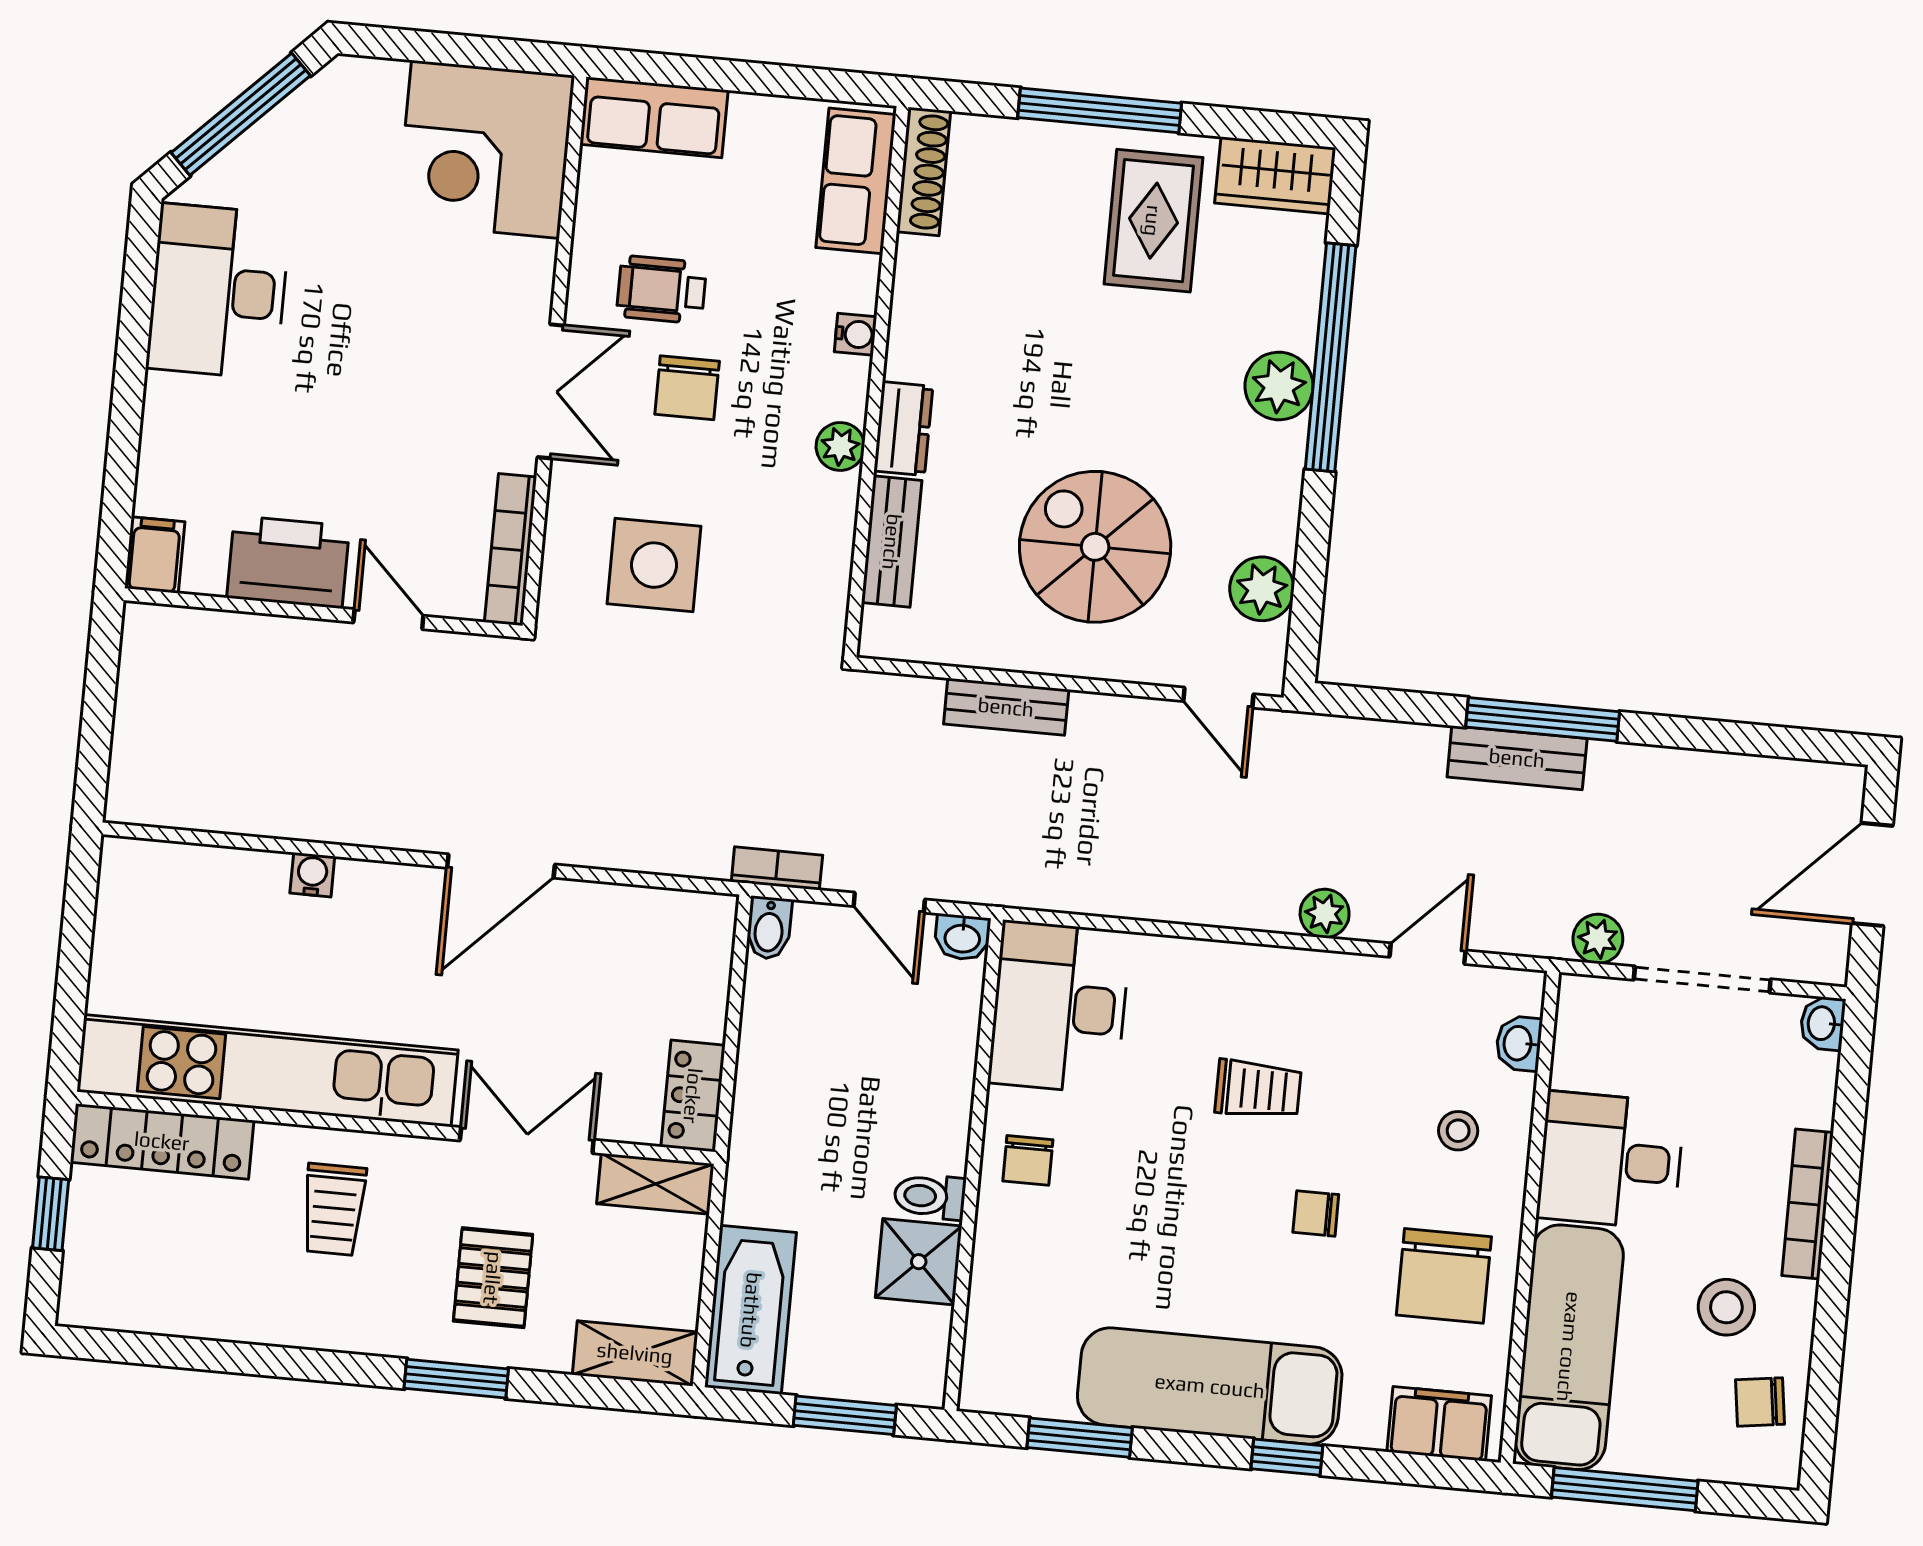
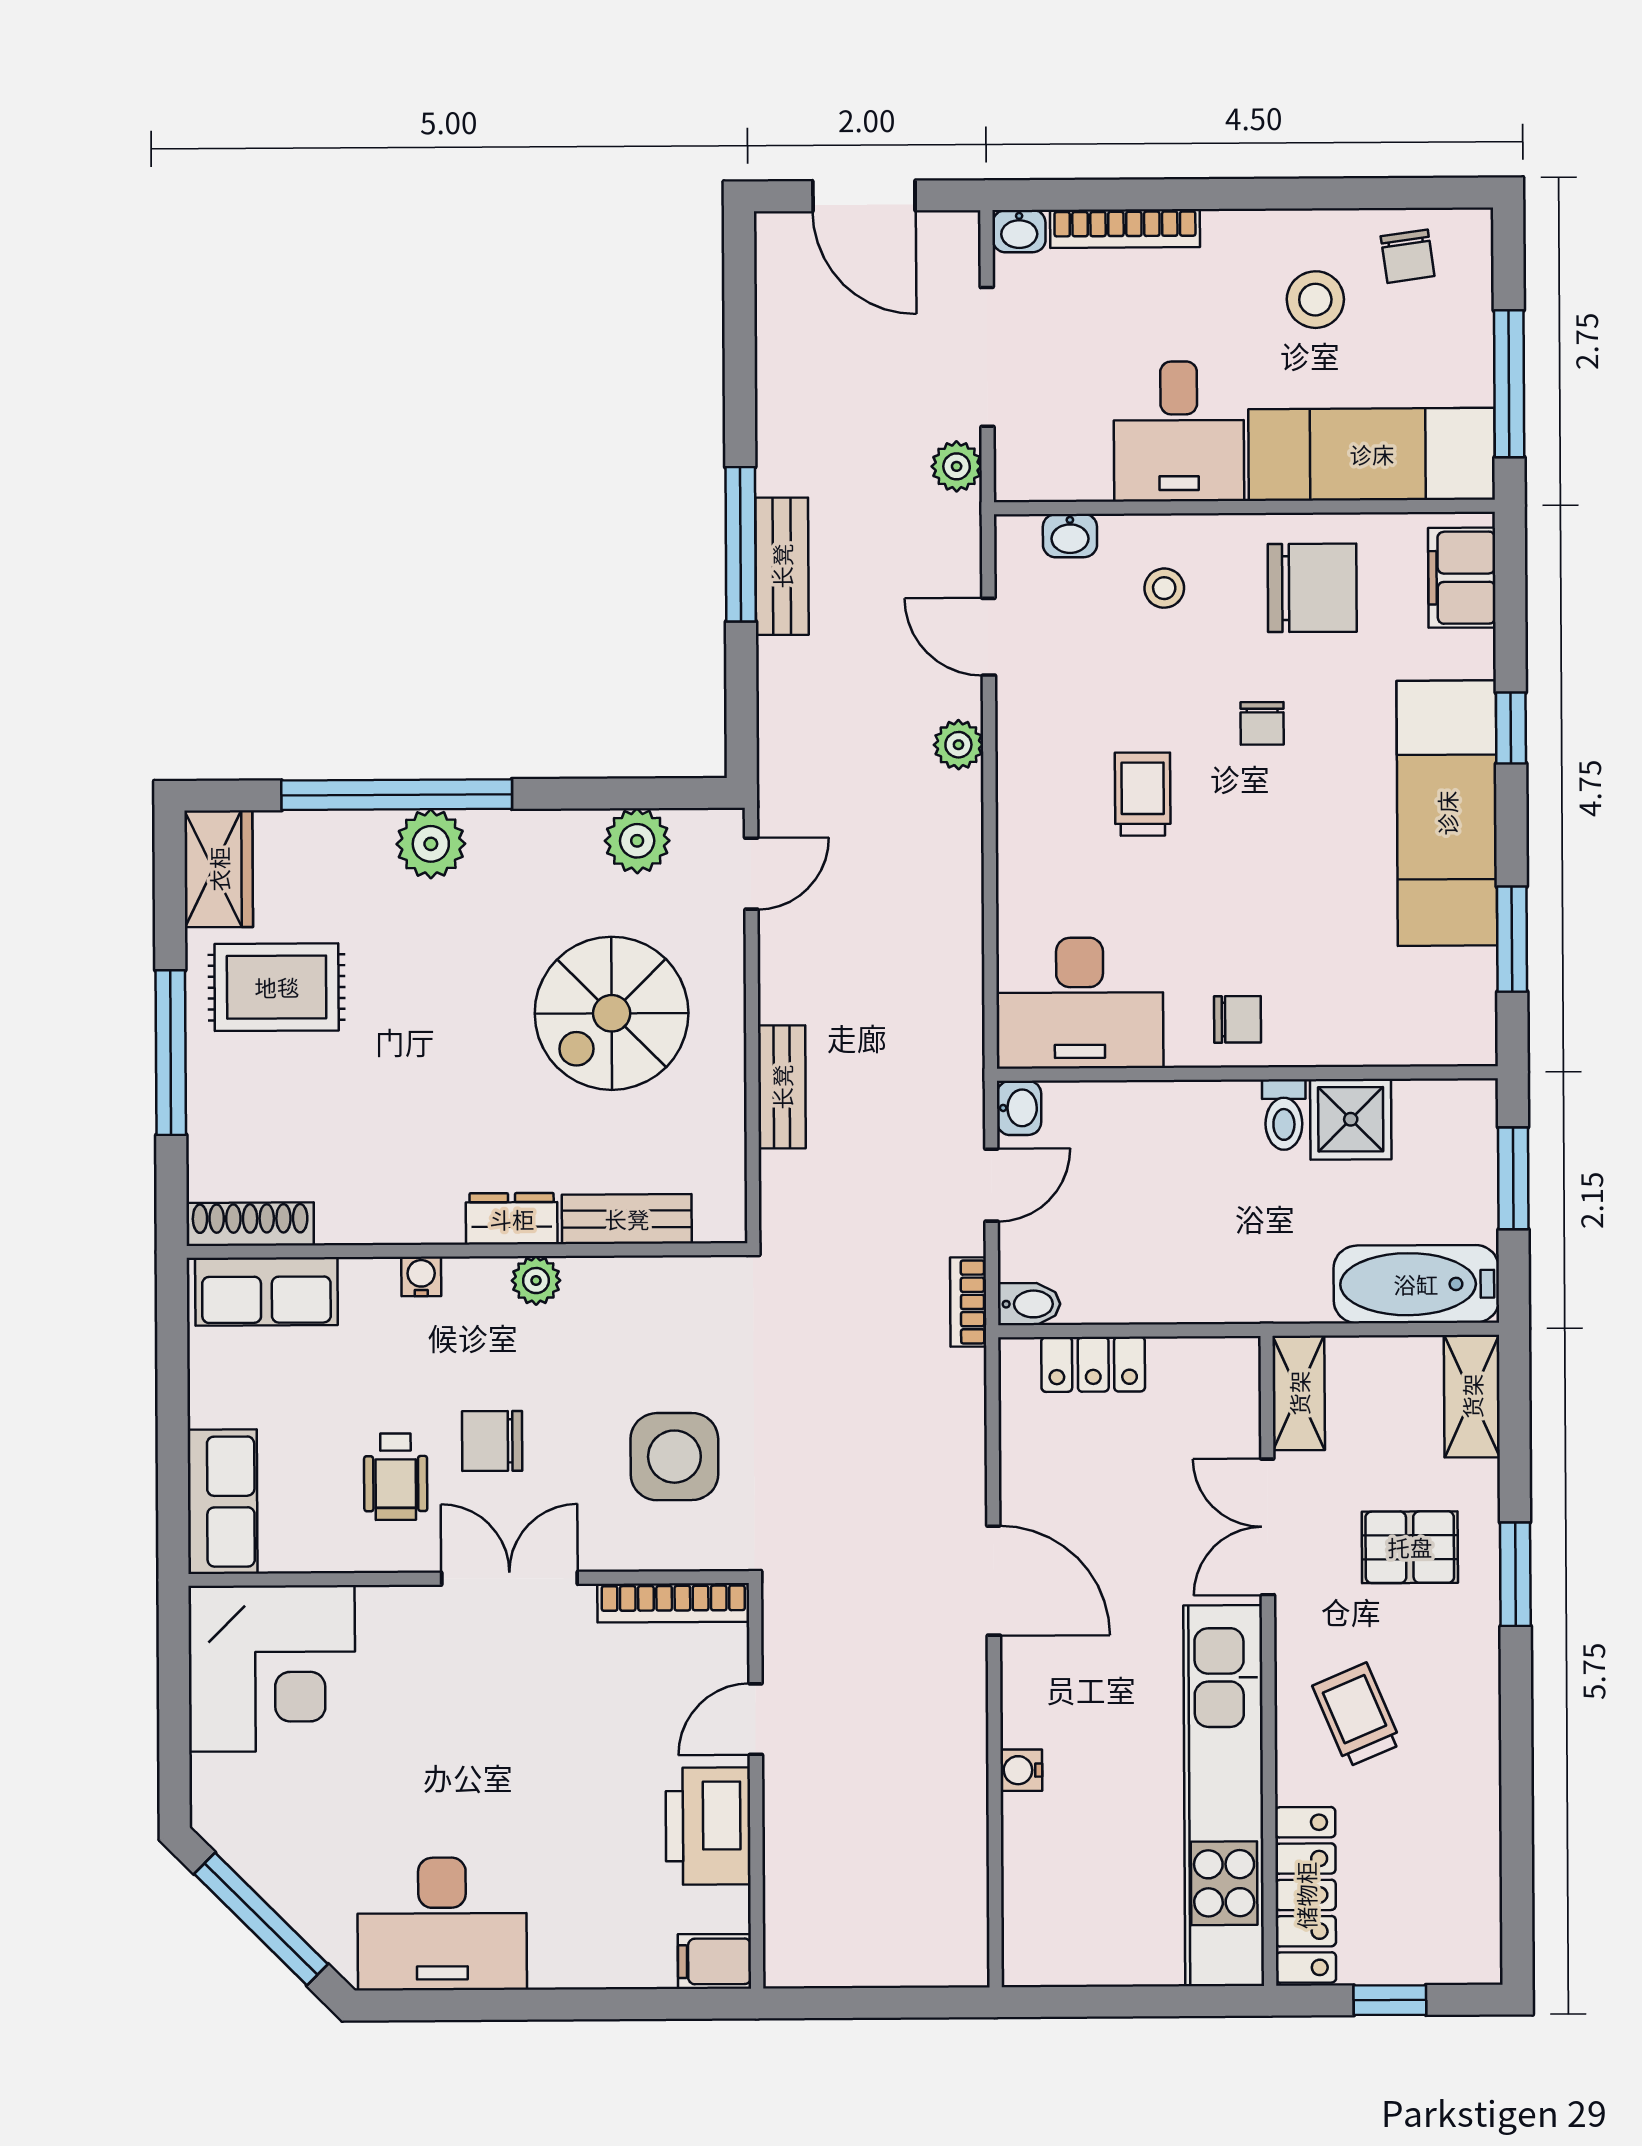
chair: (687, 388) -> (492, 1441), turned 180
locker: (693, 1096) -> (1093, 1364), moved
bookcase: (1808, 1204) -> (1125, 229), moved
trolley: (334, 1209) -> (1357, 1715), turned -113

